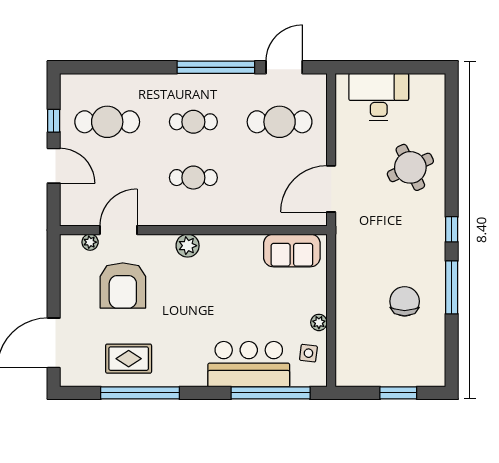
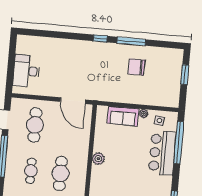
round table: (410, 167) -> (65, 58), removed
cafe table: (193, 178) -> (61, 173), width x1.37, depth x1.35
plant: (188, 246) -> (98, 159), moved
sofa: (292, 250) -> (123, 116), moved, turned 90

